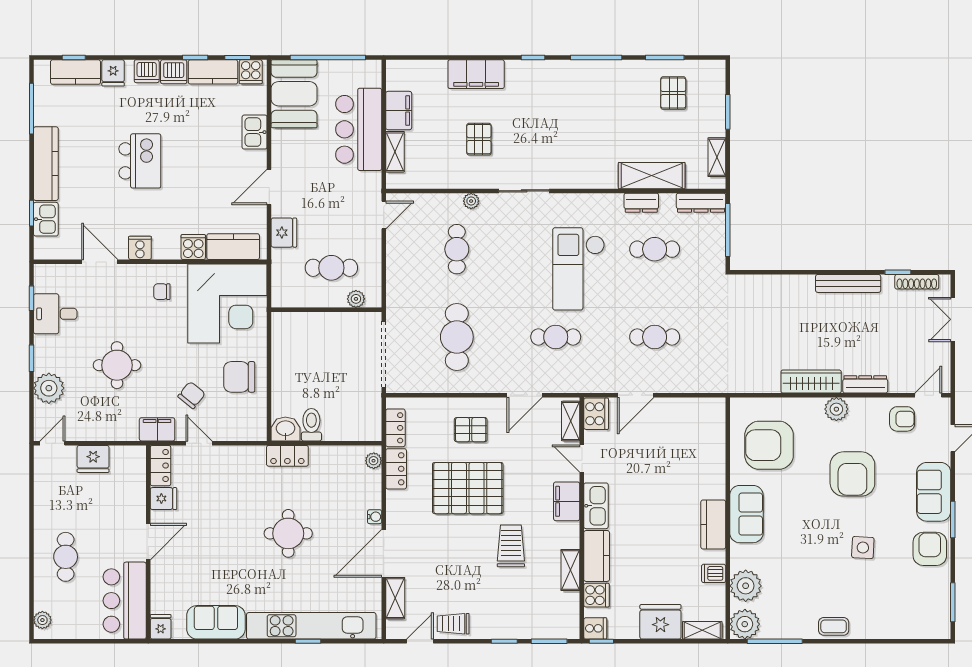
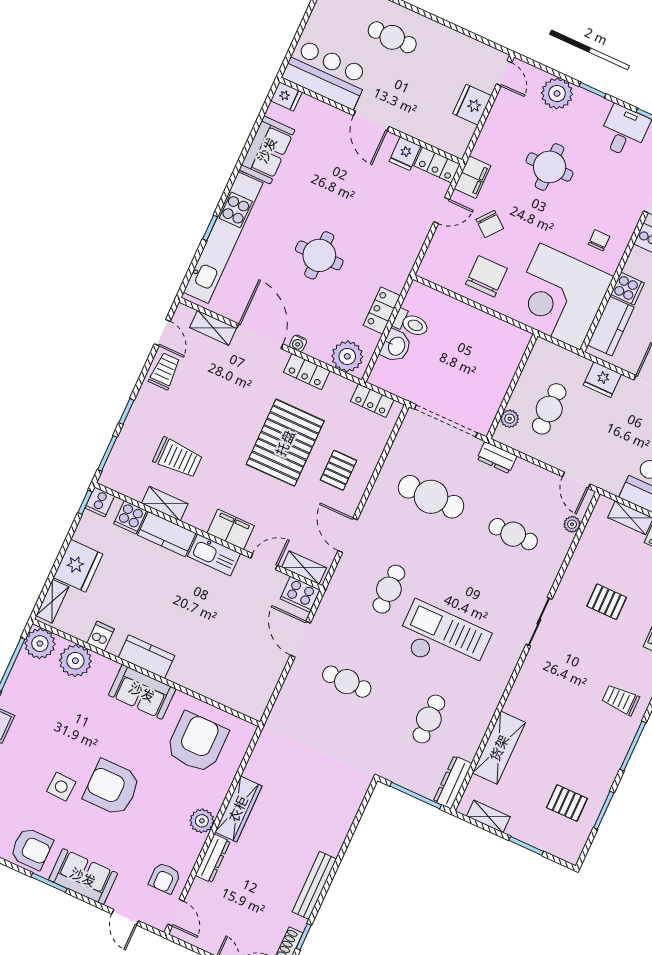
trolley: (560, 87) -> (621, 700), added
plant: (471, 201) -> (572, 524), moved
dresser: (641, 203) -> (497, 457), moved, turned -90
cafe table: (655, 337) -> (347, 682), turned 90
washbasin: (285, 429) -> (396, 346), moved
locker: (287, 456) -> (382, 311), moved
plant: (374, 461) -> (347, 356), width x1.88, depth x1.88
locker: (396, 469) -> (307, 372), moved
armchair: (852, 474) -> (112, 788), moved
trolley: (511, 546) -> (178, 458), moved

